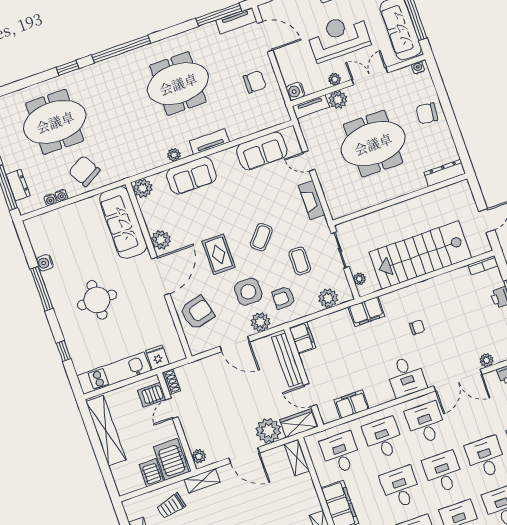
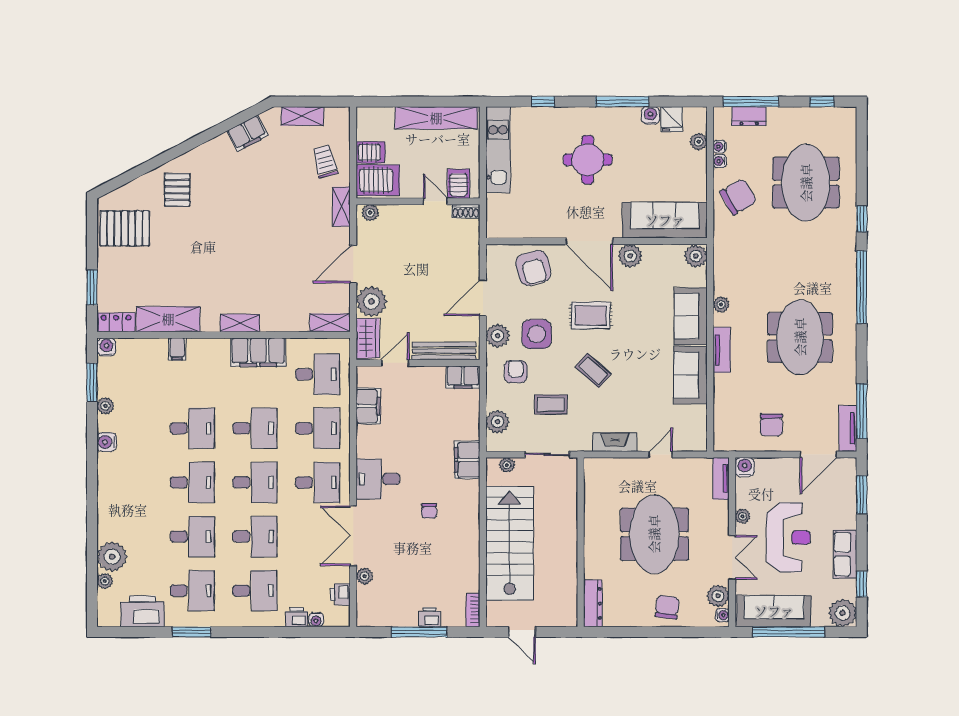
plant: (338, 100) -> (718, 596), moved
sofa: (262, 151) -> (690, 375), moved
plant: (52, 218) -> (699, 142), added
fridge: (157, 357) -> (672, 119), moved, turned 90

